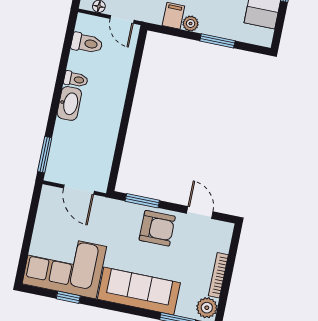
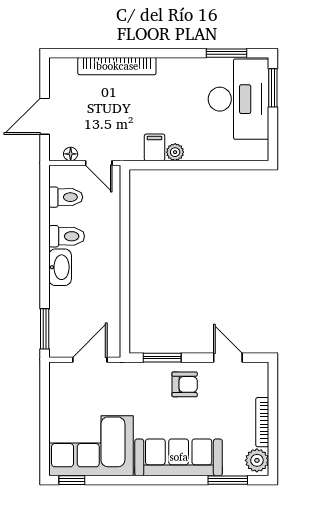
window: (217, 41) -> (209, 165), removed
toilet: (76, 79) -> (67, 236), width x1.37, depth x1.39
door: (79, 190) -> (90, 360), swing flipped
armchair: (157, 228) -> (185, 384), width x0.72, depth x0.72
window: (68, 297) -> (72, 480), moved

